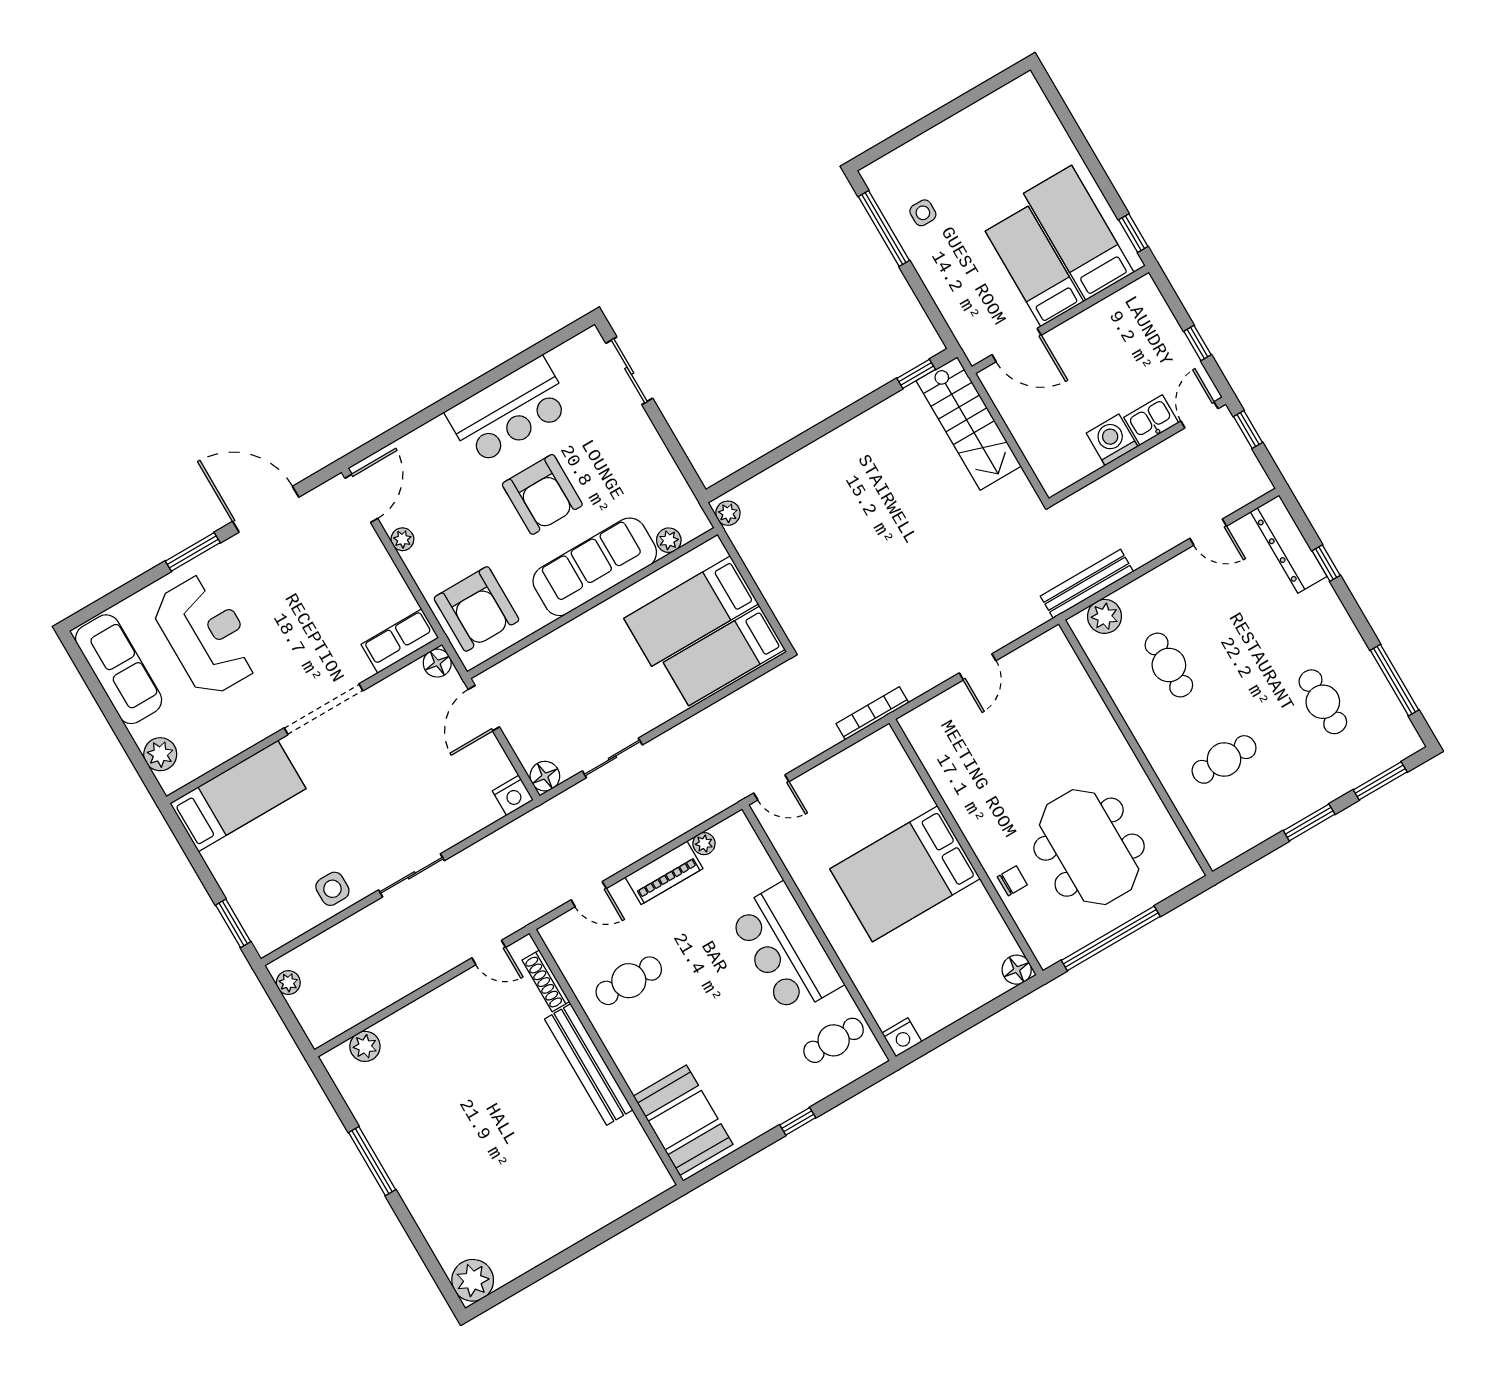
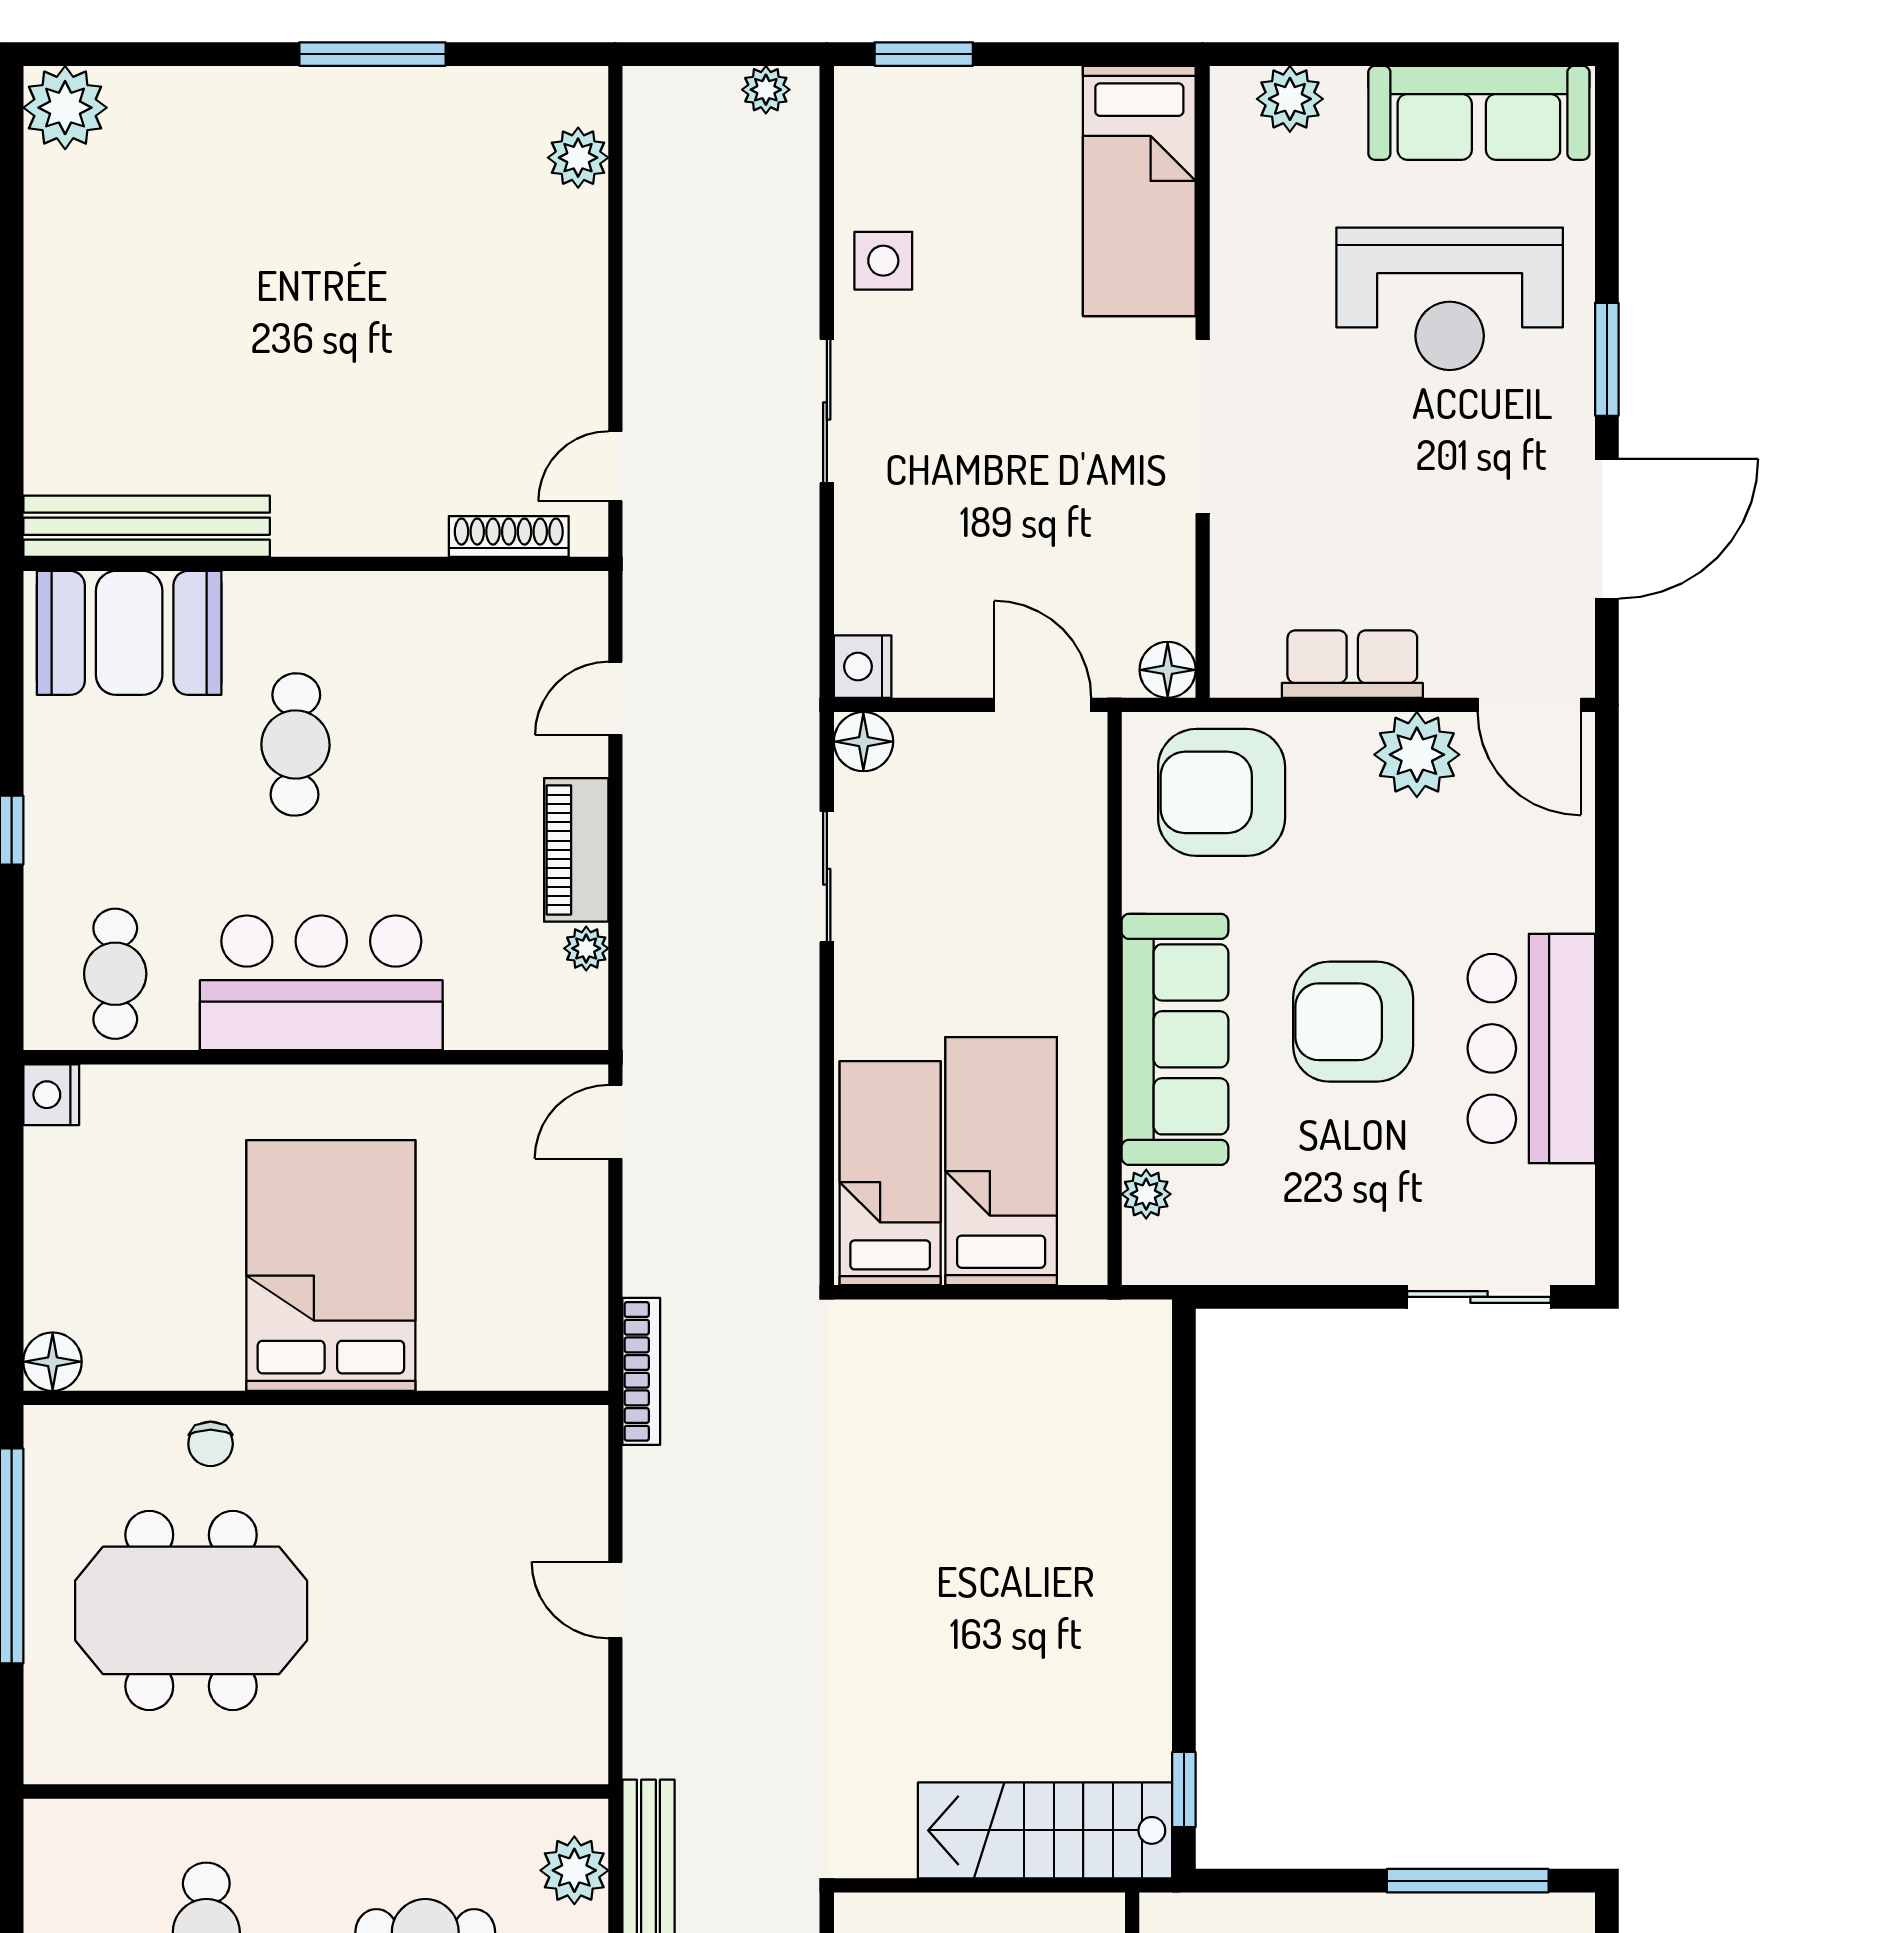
plant: (728, 513) -> (1133, 1324), removed
plant: (402, 539) -> (1417, 755), width x1.87, depth x1.87
row of seats: (400, 641) -> (1352, 664), moved, turned -90
cafe table: (629, 981) -> (295, 744), moved
bench: (589, 1064) -> (147, 526), moved

